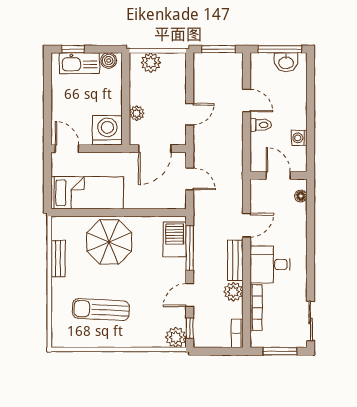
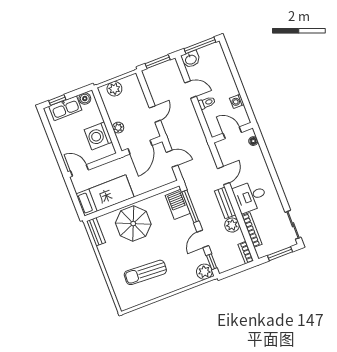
washbasin: (286, 62) -> (191, 59), moved
washing machine: (107, 130) -> (98, 136), moved, turned -90
bench: (58, 259) -> (96, 232), moved

